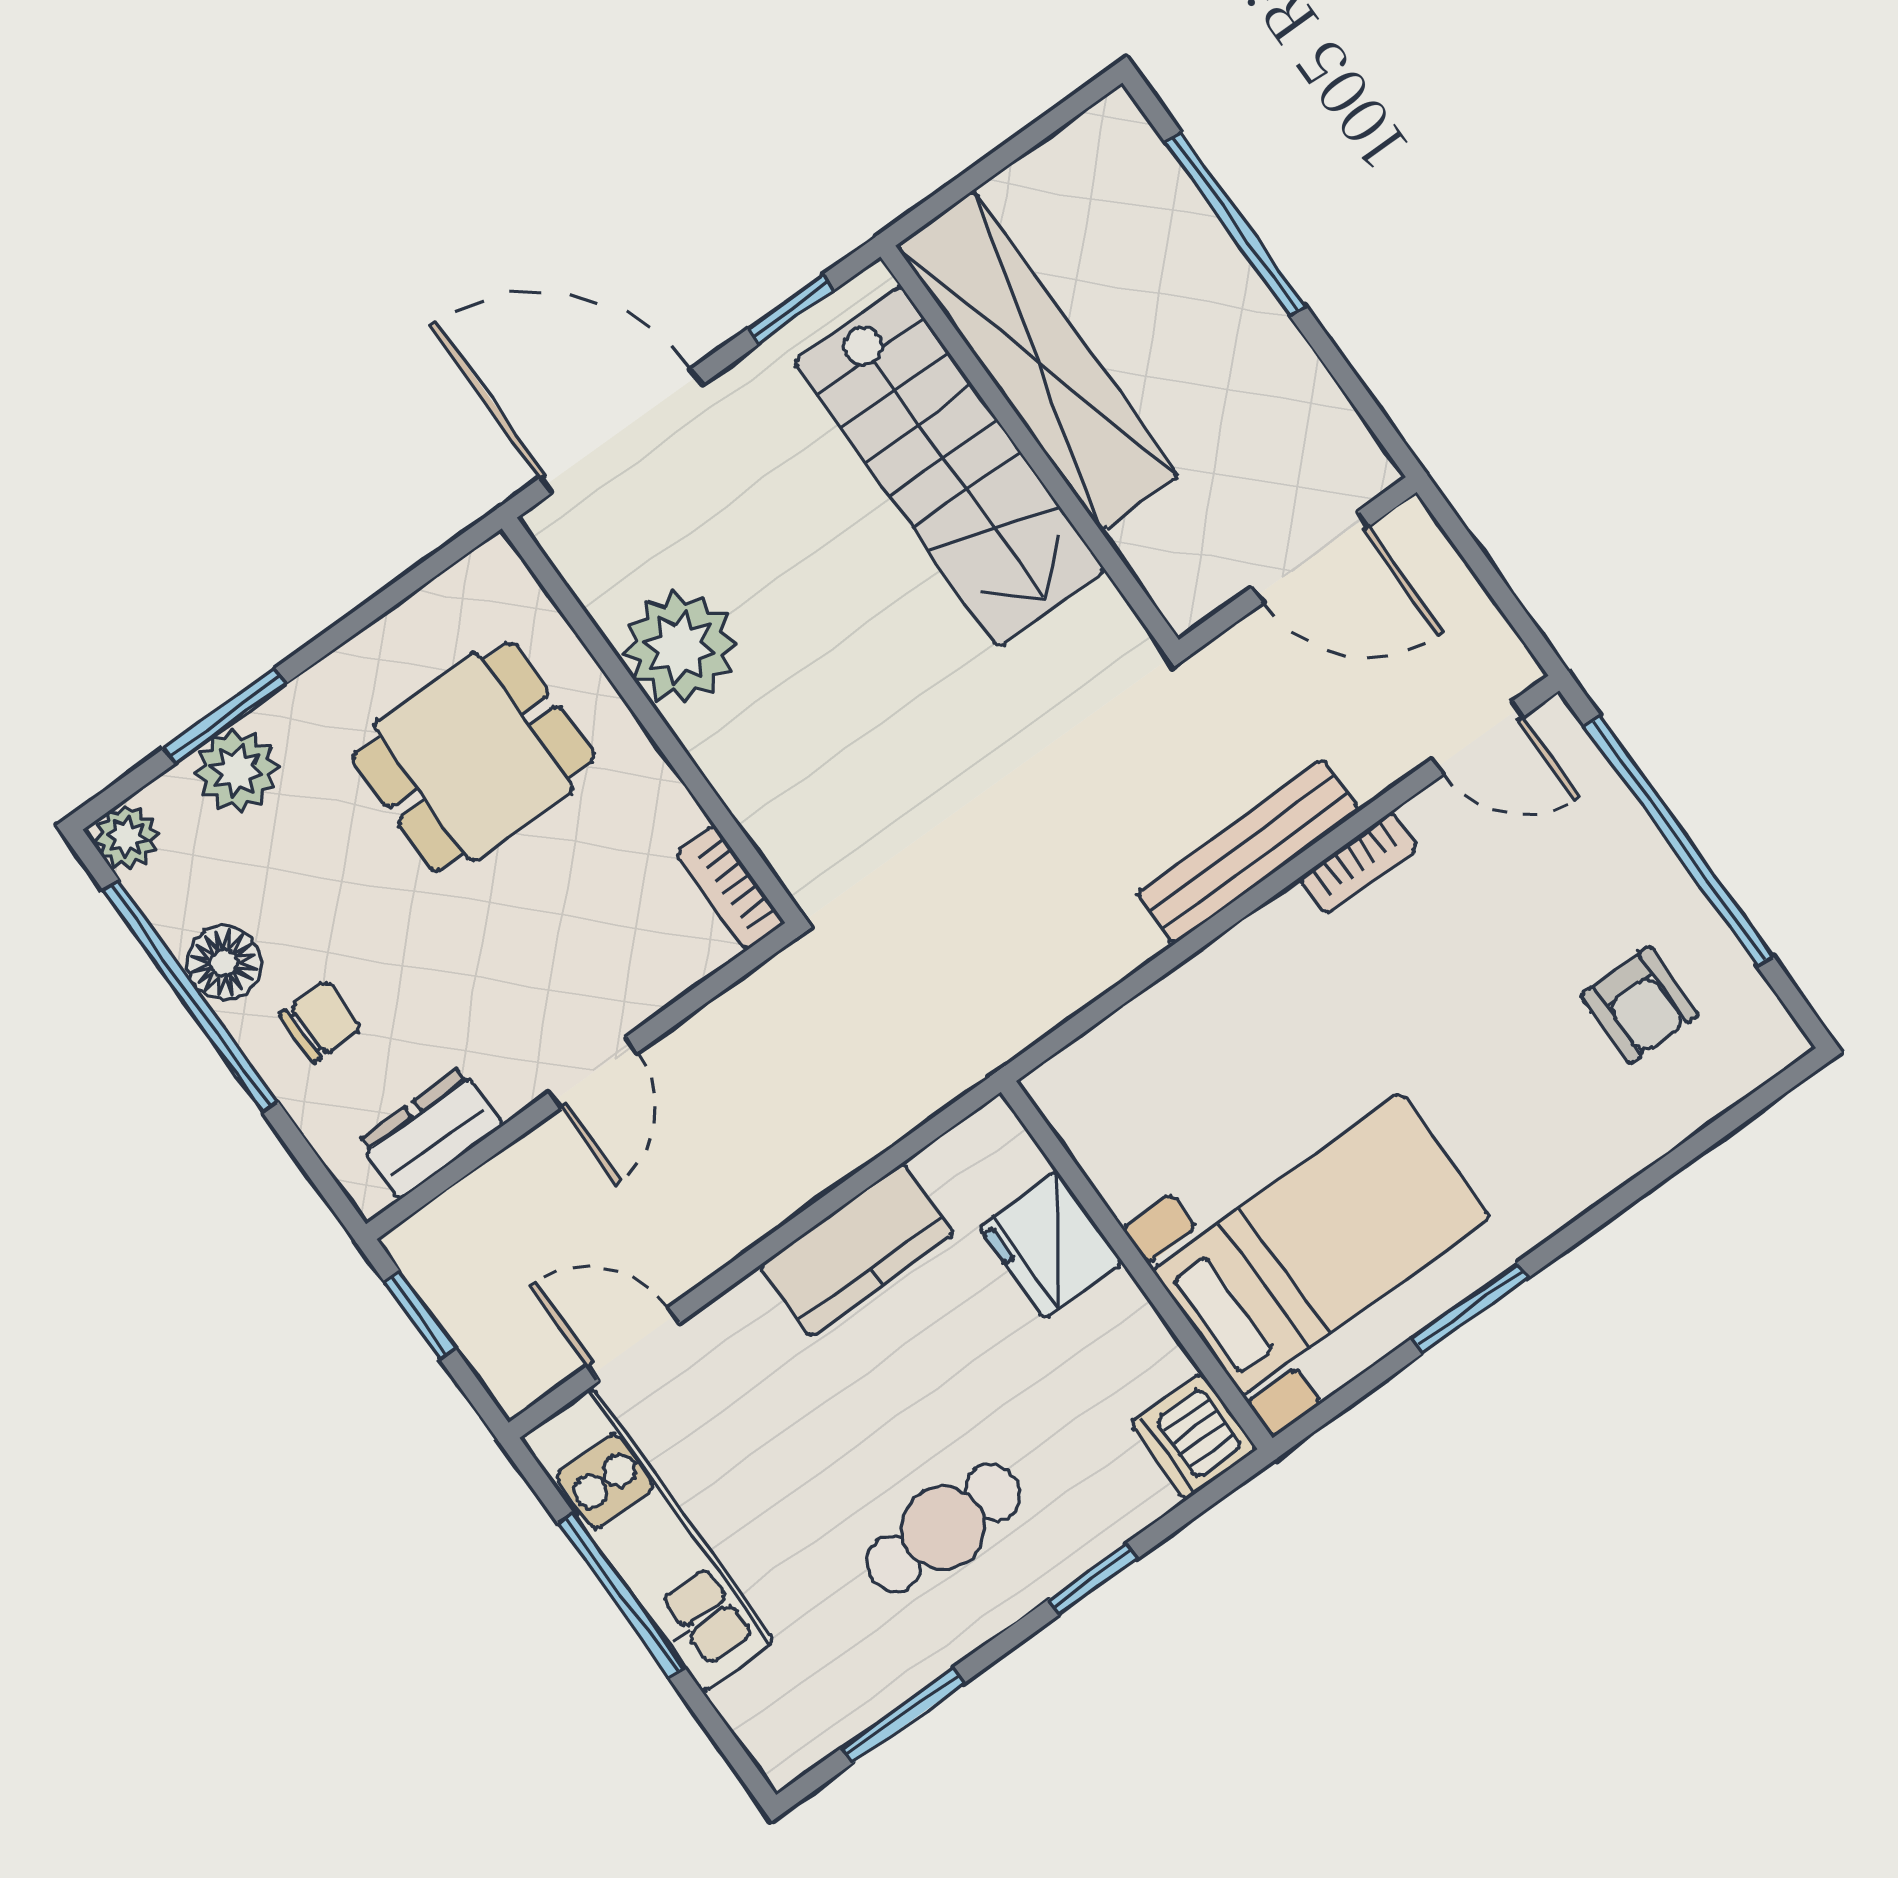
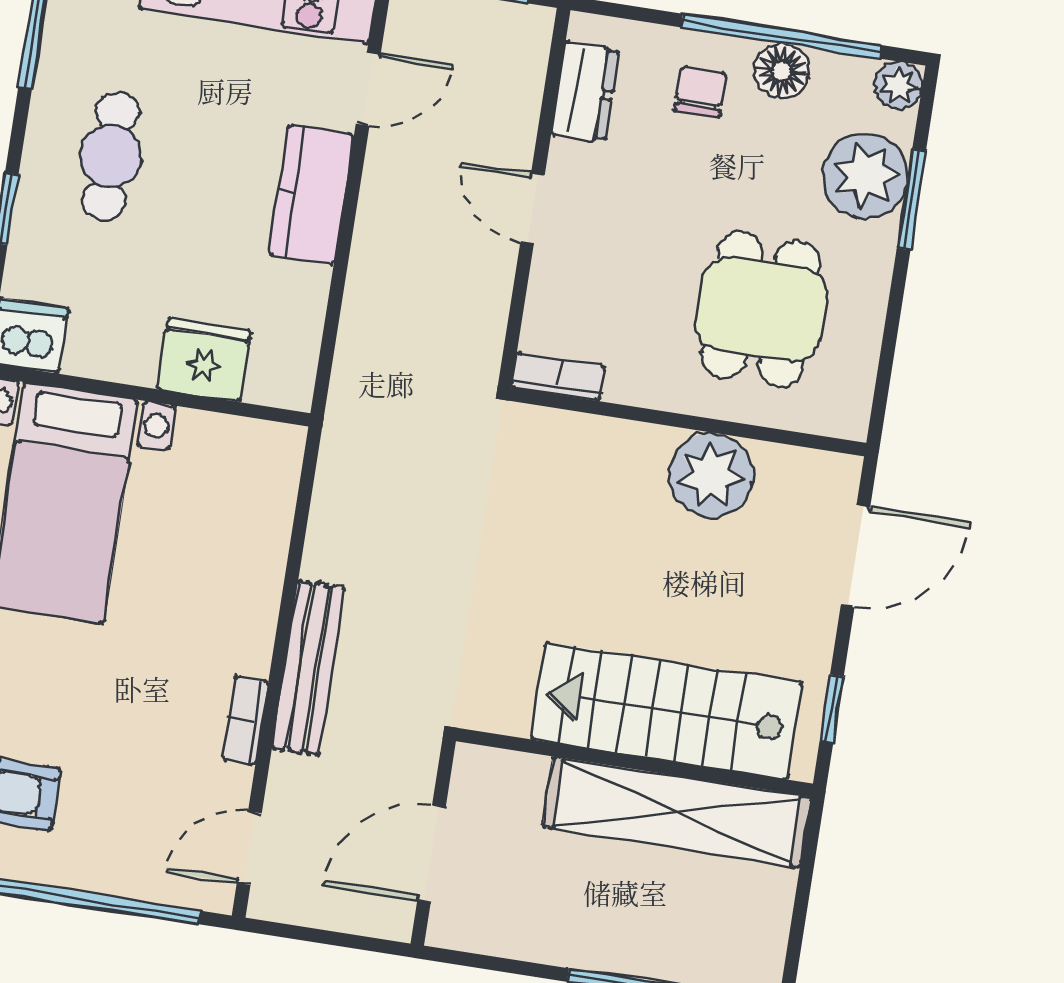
door: (621, 431) -> (856, 556), width x0.73
plant: (237, 770) -> (865, 176), width x1.36, depth x1.36
chair: (321, 1022) -> (701, 91), turned 180
kitchen counter: (857, 1250) -> (311, 194), moved

